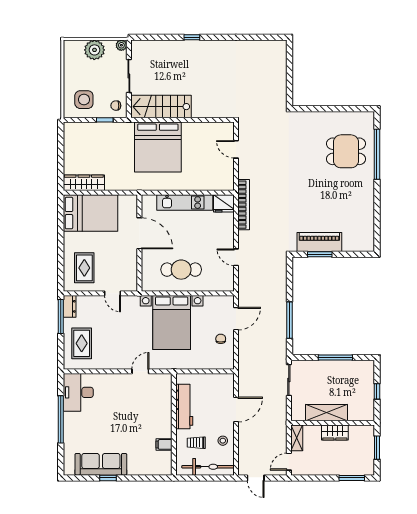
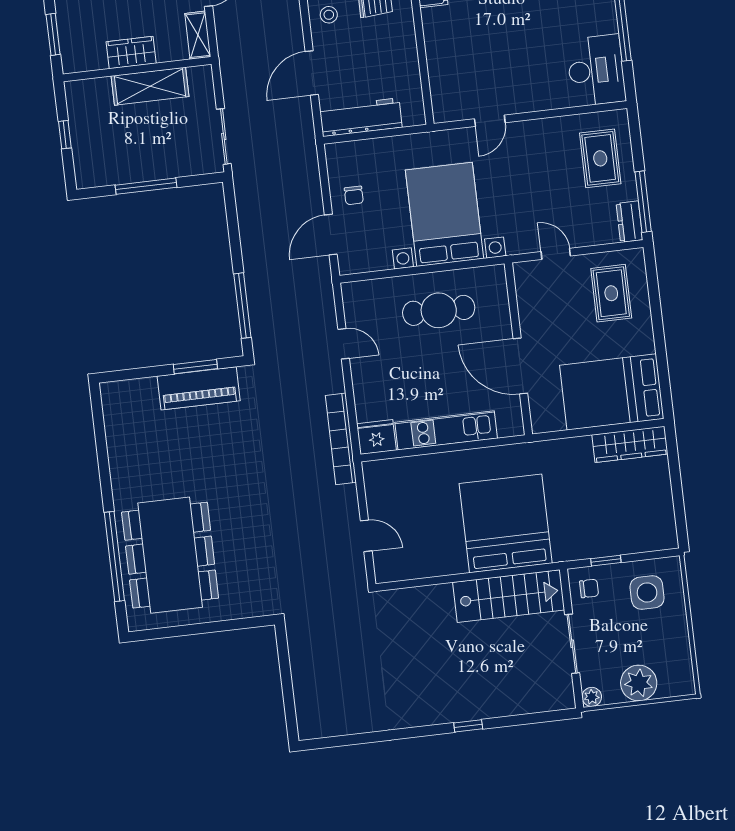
dining table: (346, 151) -> (170, 555), width x1.88, depth x1.24
window: (290, 320) -> (242, 306), moved
workbench: (184, 407) -> (361, 117), moved, turned 90

